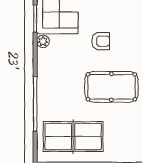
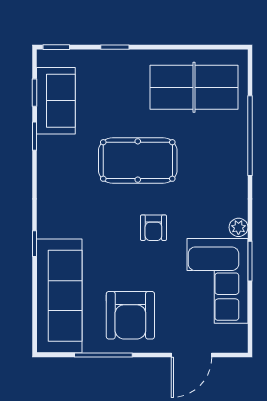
armchair: (101, 41) -> (153, 228), turned -90

